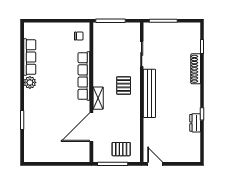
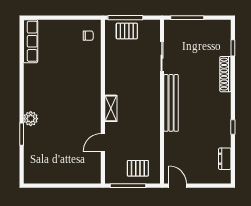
row of seats: (30, 57) -> (31, 41), moved
row of seats: (84, 76) -> (94, 83), removed
plant: (30, 82) -> (31, 119), moved
pallet: (124, 86) -> (127, 31), moved, turned 90
dresser: (195, 123) -> (225, 159), moved
door: (91, 127) -> (103, 143), width x0.53

